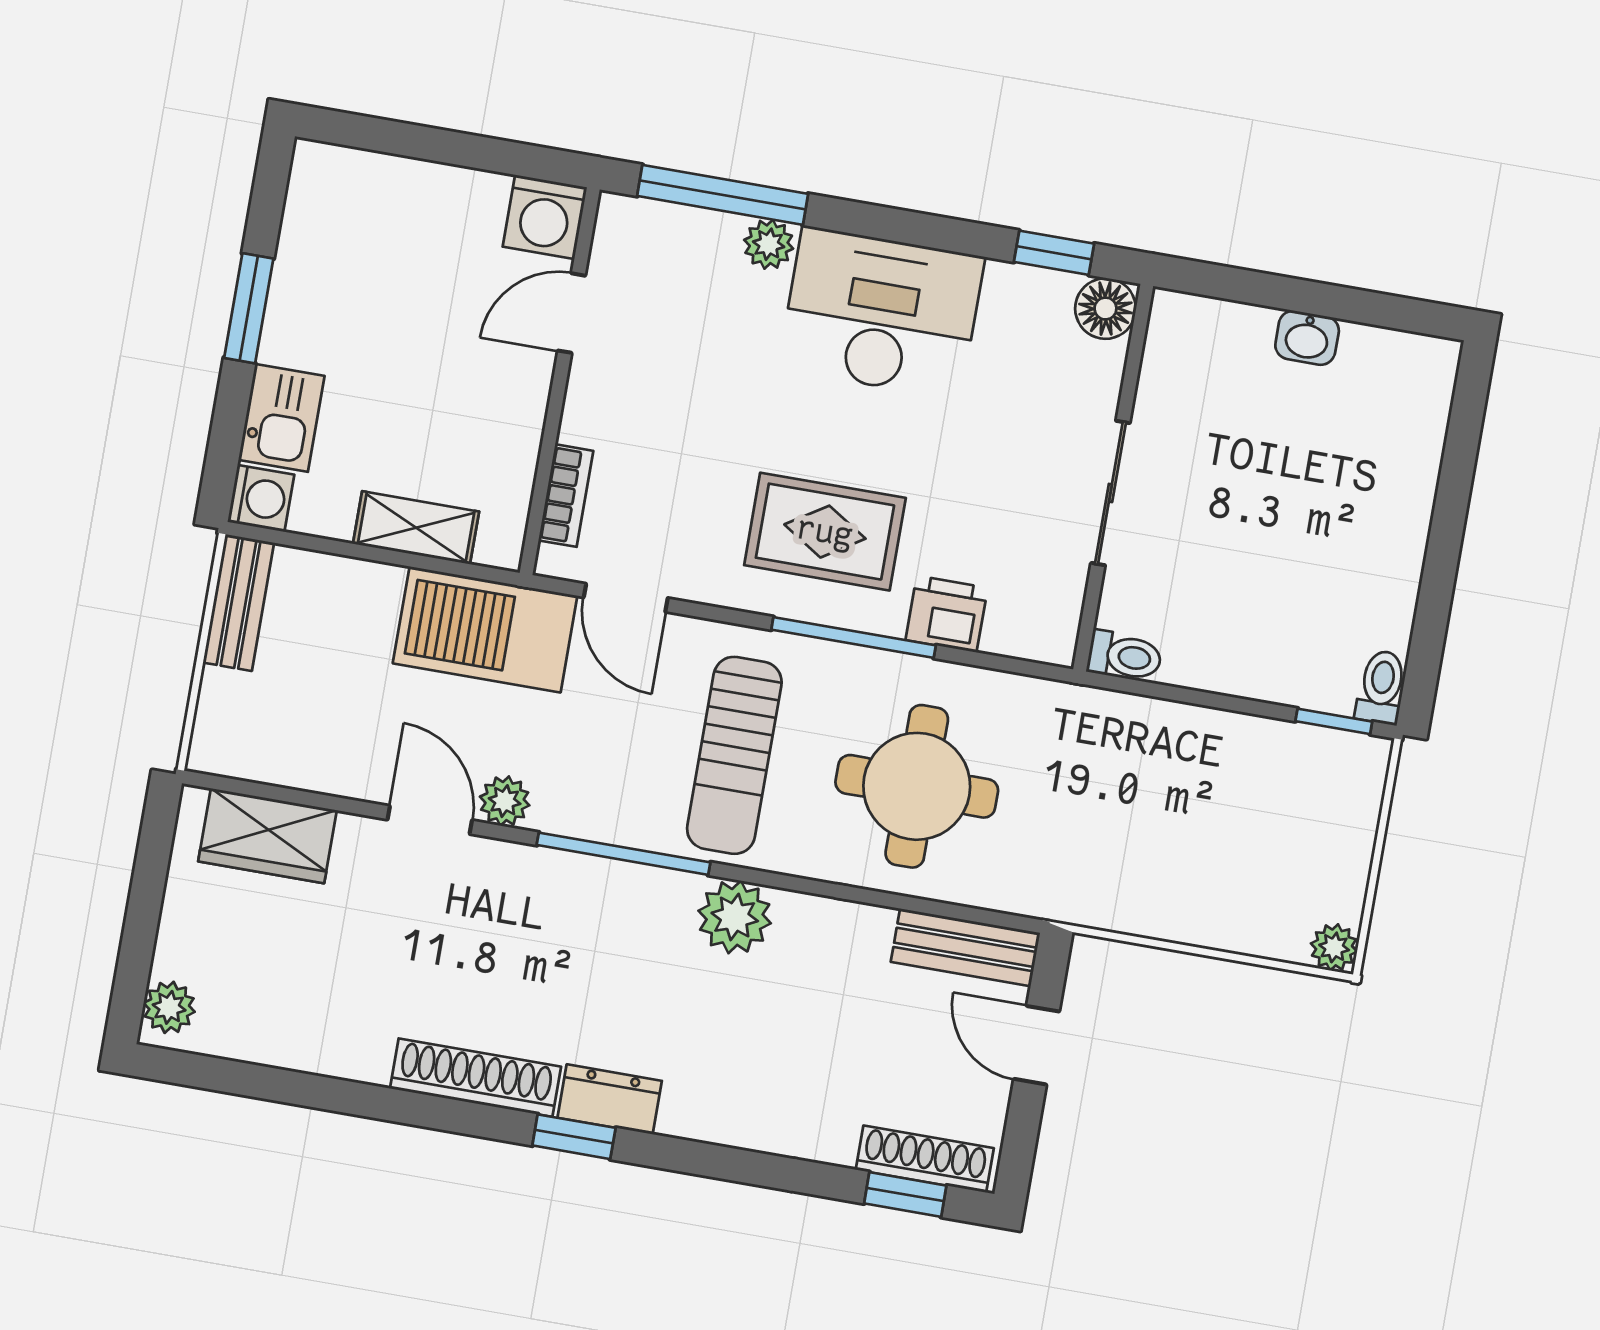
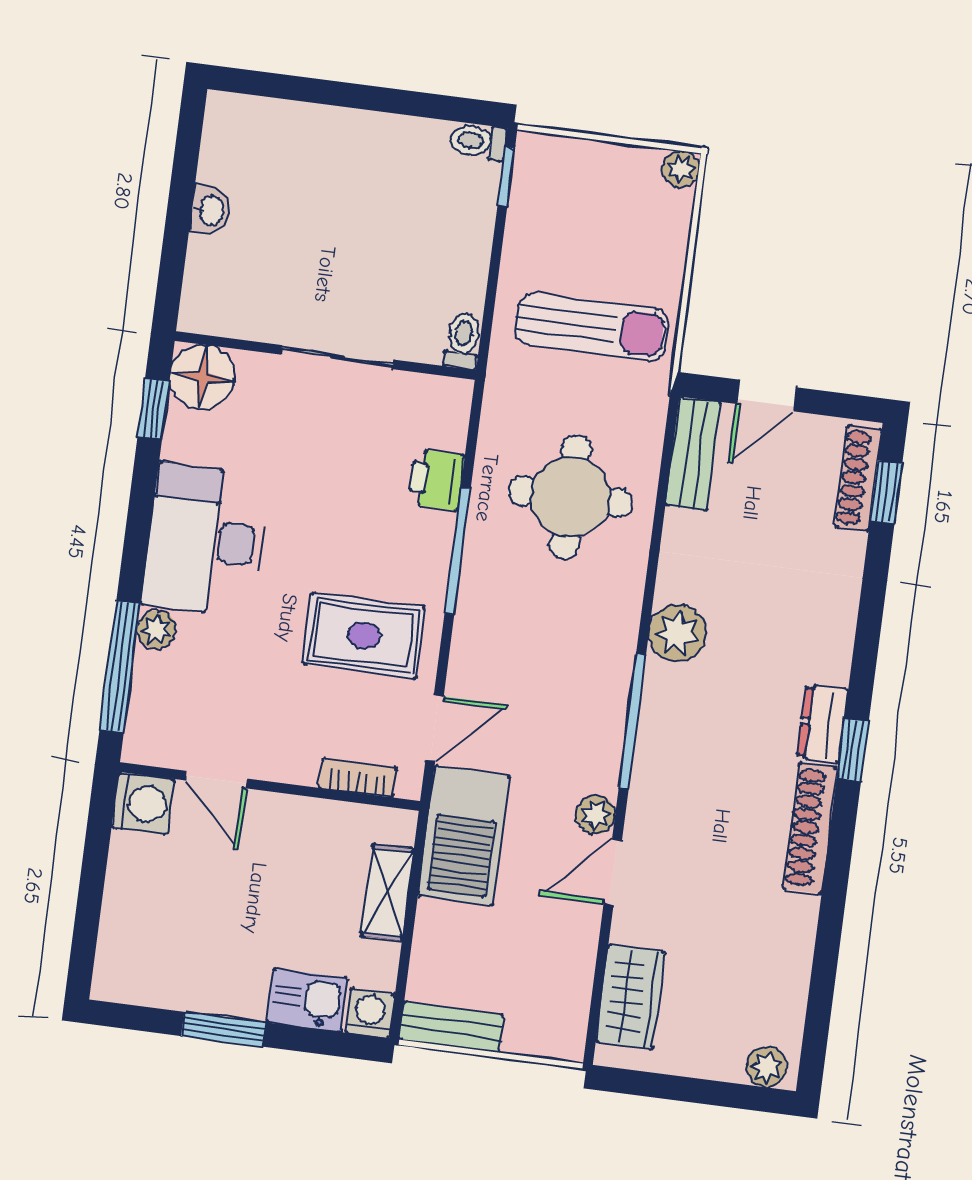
floor lamp: (1105, 309) -> (202, 377), width x1.38, depth x1.38
rug: (825, 532) -> (364, 636), moved, turned 90
sun lounger: (734, 755) -> (592, 327), moved

